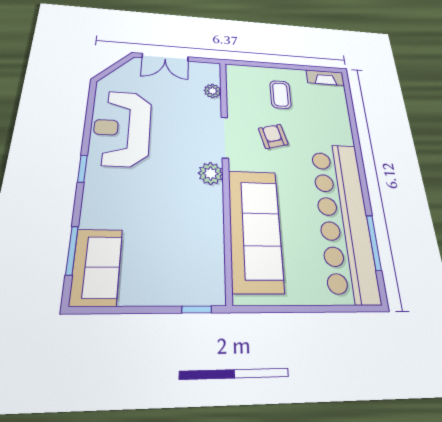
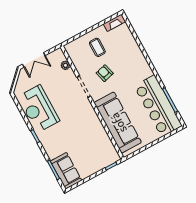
plant: (211, 173) -> (87, 108), removed
bar counter: (344, 219) -> (158, 106), width x0.73

